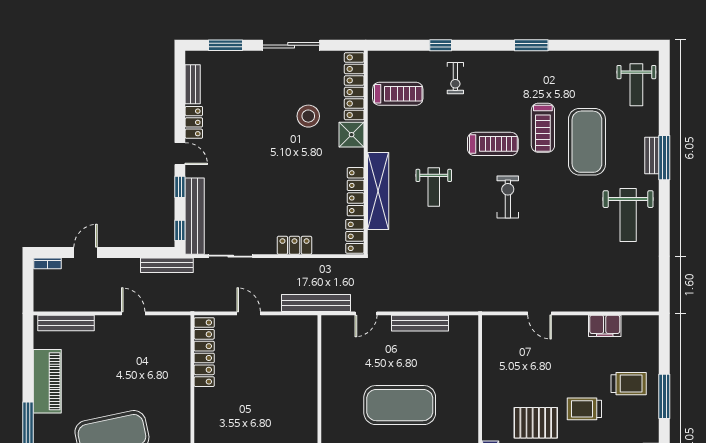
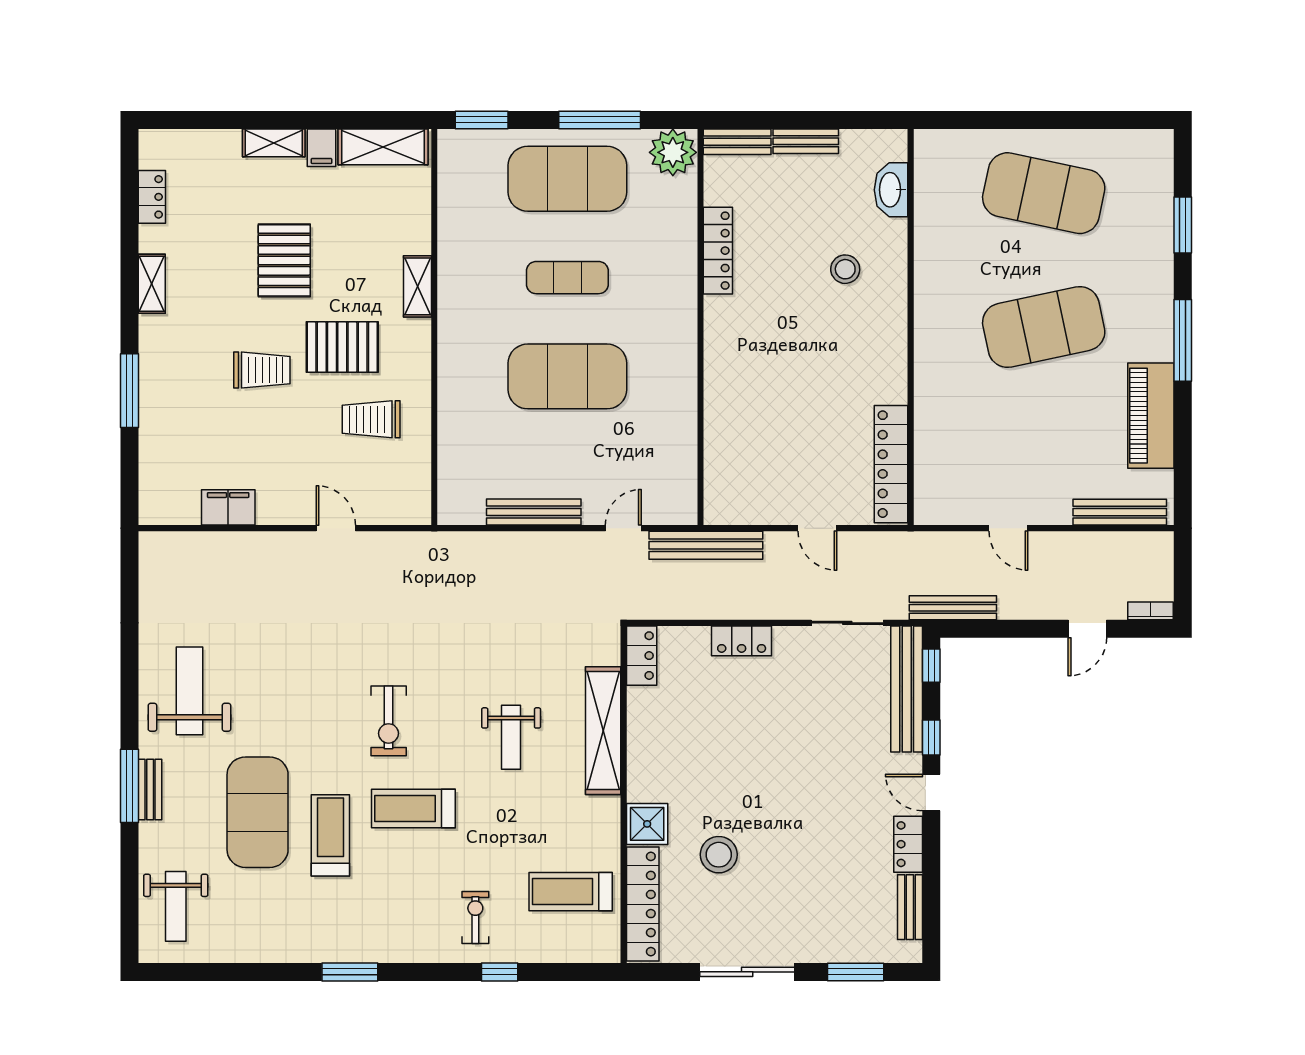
weight bench: (636, 85) -> (176, 906), turned 180
weight bench: (434, 187) -> (511, 737), turned 180
locker: (356, 192) -> (640, 729), removed
trolley: (629, 384) -> (371, 419), moved

